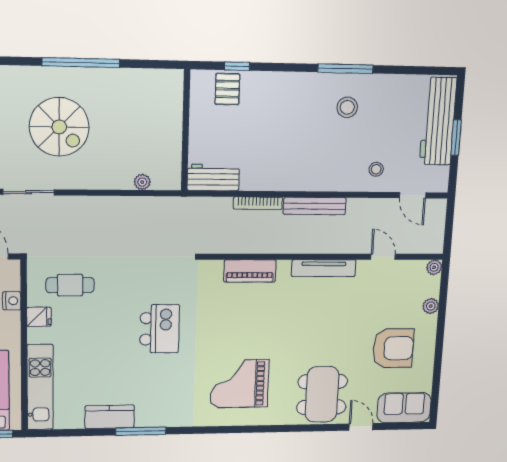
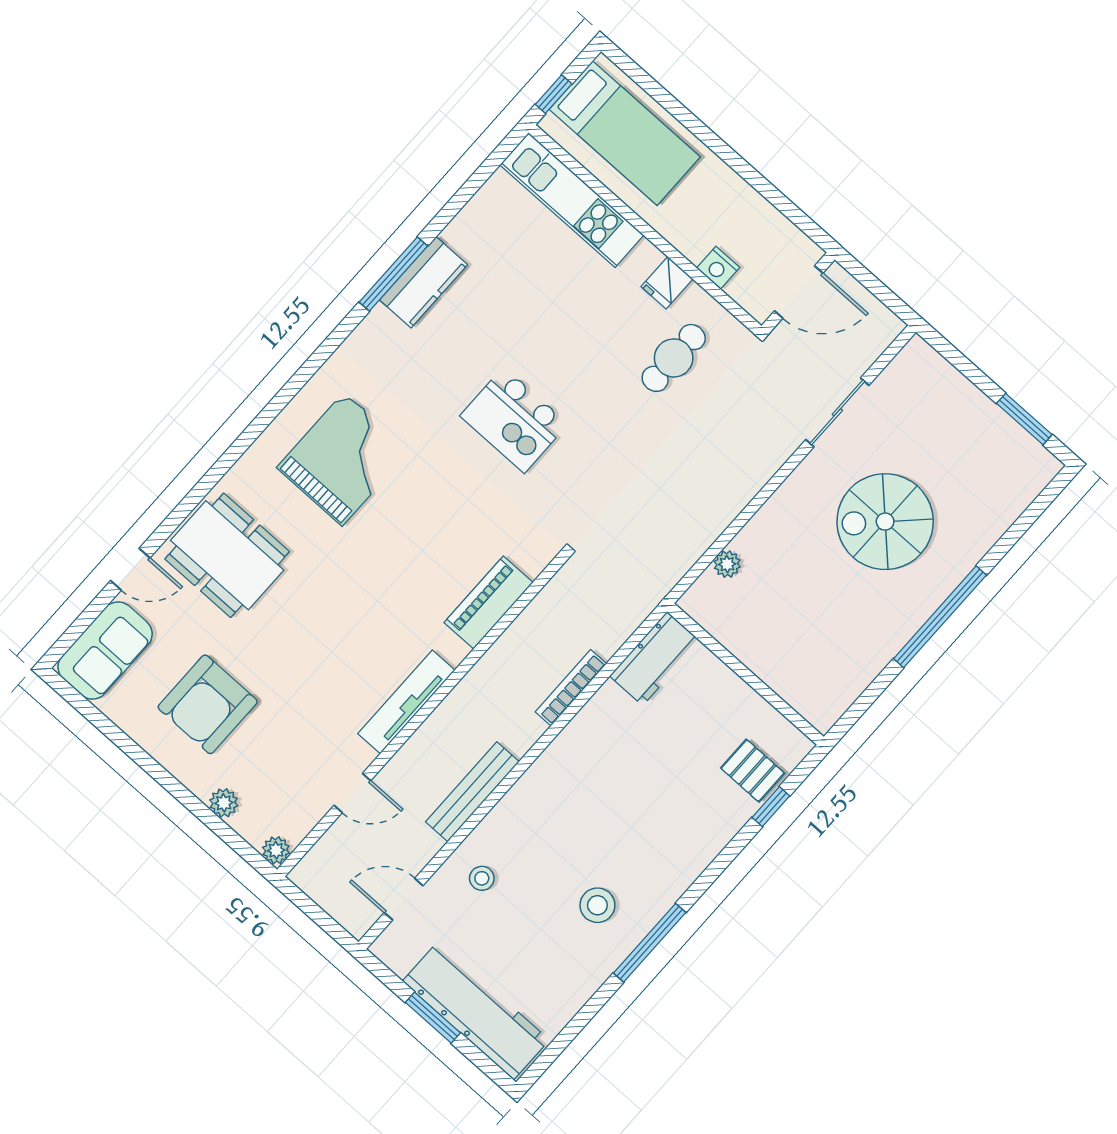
bench: (315, 206) -> (472, 792), moved
kitchen counter: (110, 417) -> (424, 282), moved

